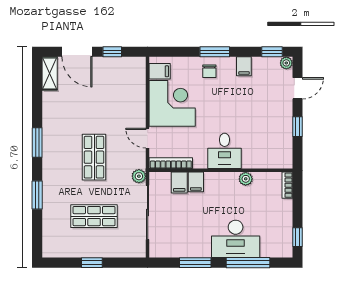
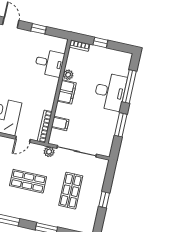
desk: (225, 151) -> (49, 63), moved
filing cabinet: (196, 182) -> (67, 92), moved, width x2.00
window: (297, 237) -> (100, 42), moved

